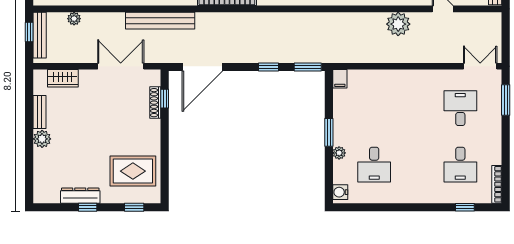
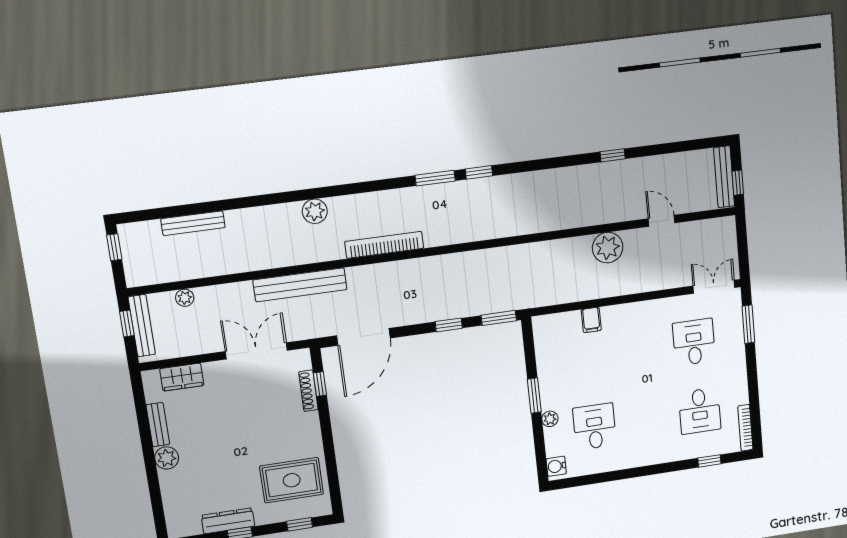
filing cabinet: (340, 79) -> (591, 320), moved
desk: (374, 165) -> (595, 427), turned 180

